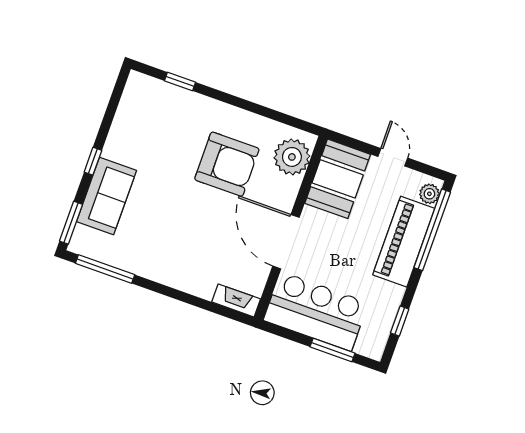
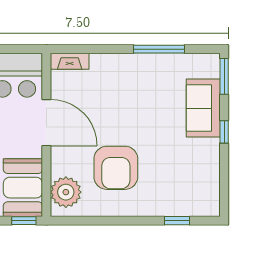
window: (350, 142) -> (24, 221), added
armchair: (227, 164) -> (116, 168), turned -90
window: (105, 269) -> (159, 49), moved

